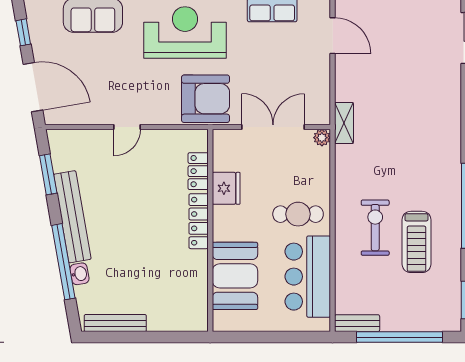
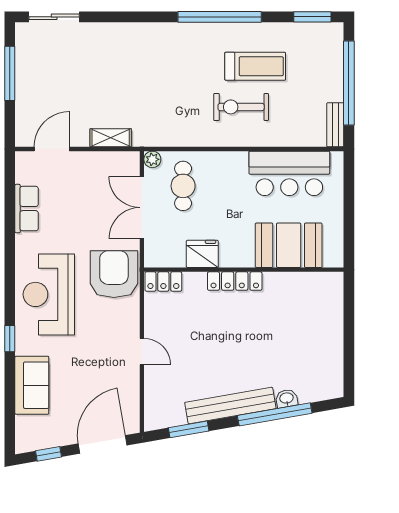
shelving: (344, 123) -> (111, 138), moved
locker: (198, 171) -> (163, 281), moved
cafe table: (298, 214) -> (183, 186), moved
bench: (115, 323) -> (335, 363), removed

